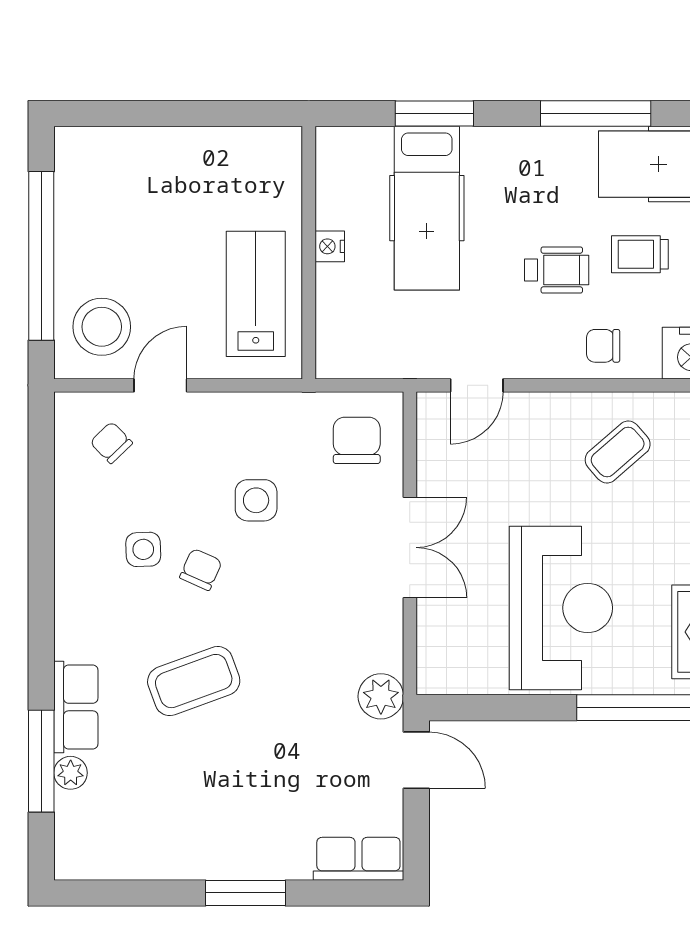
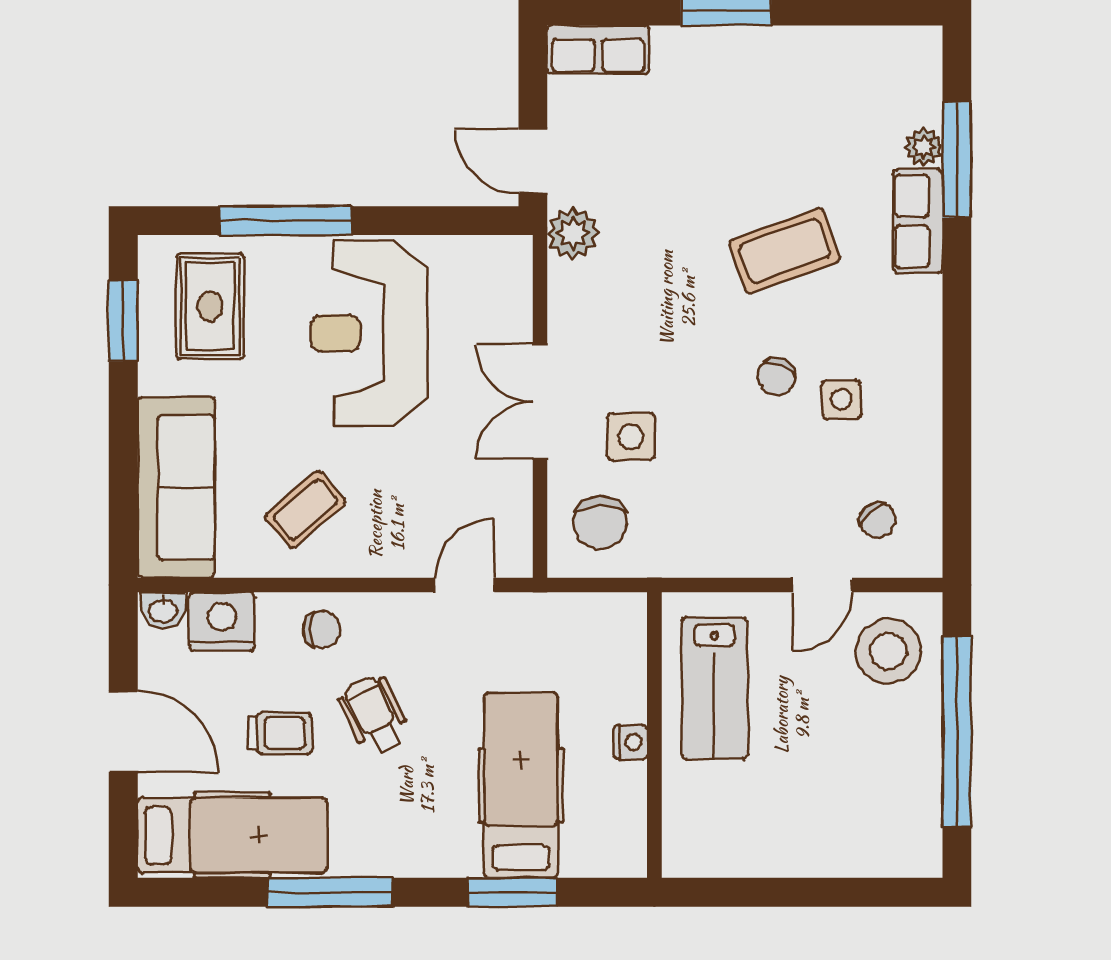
wheelchair: (557, 270) -> (374, 715), turned 64
side table: (256, 500) -> (631, 437), moved

